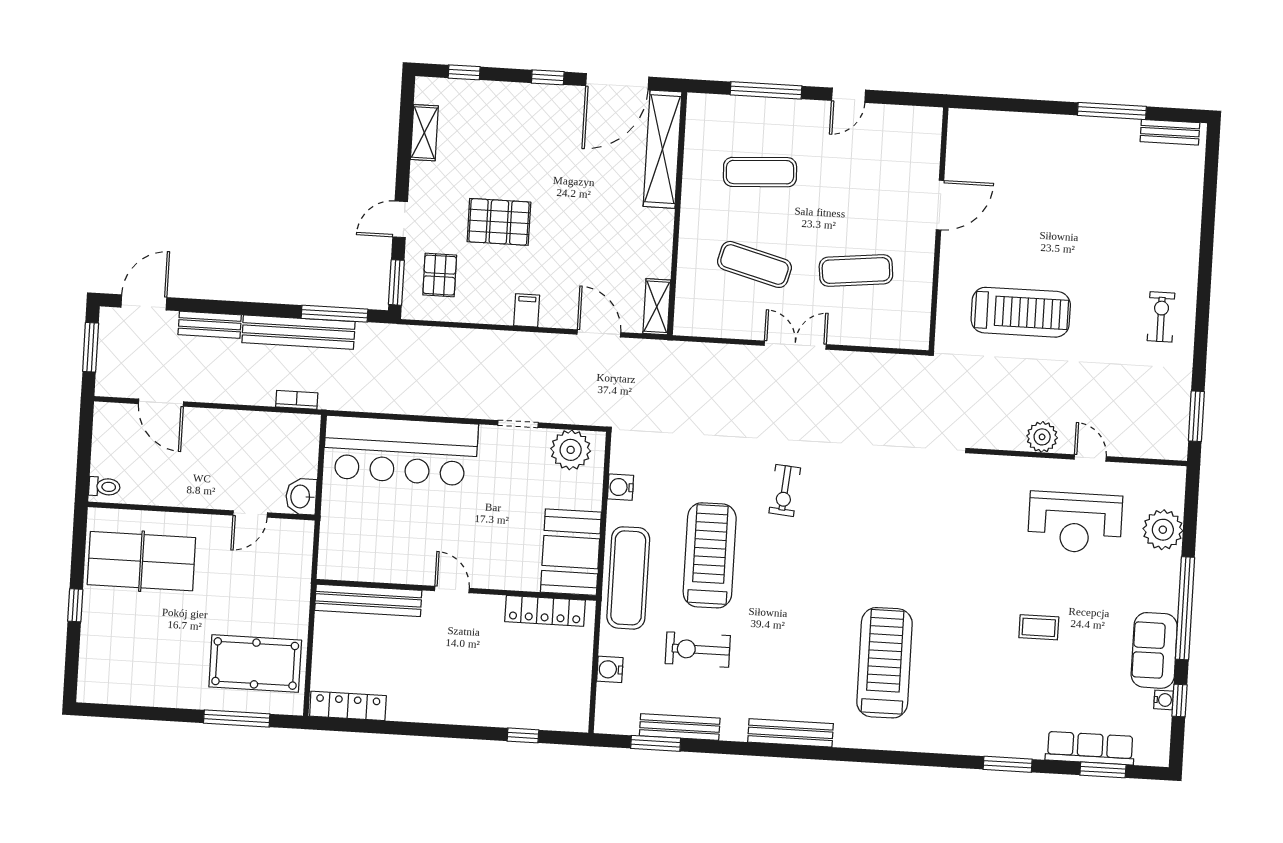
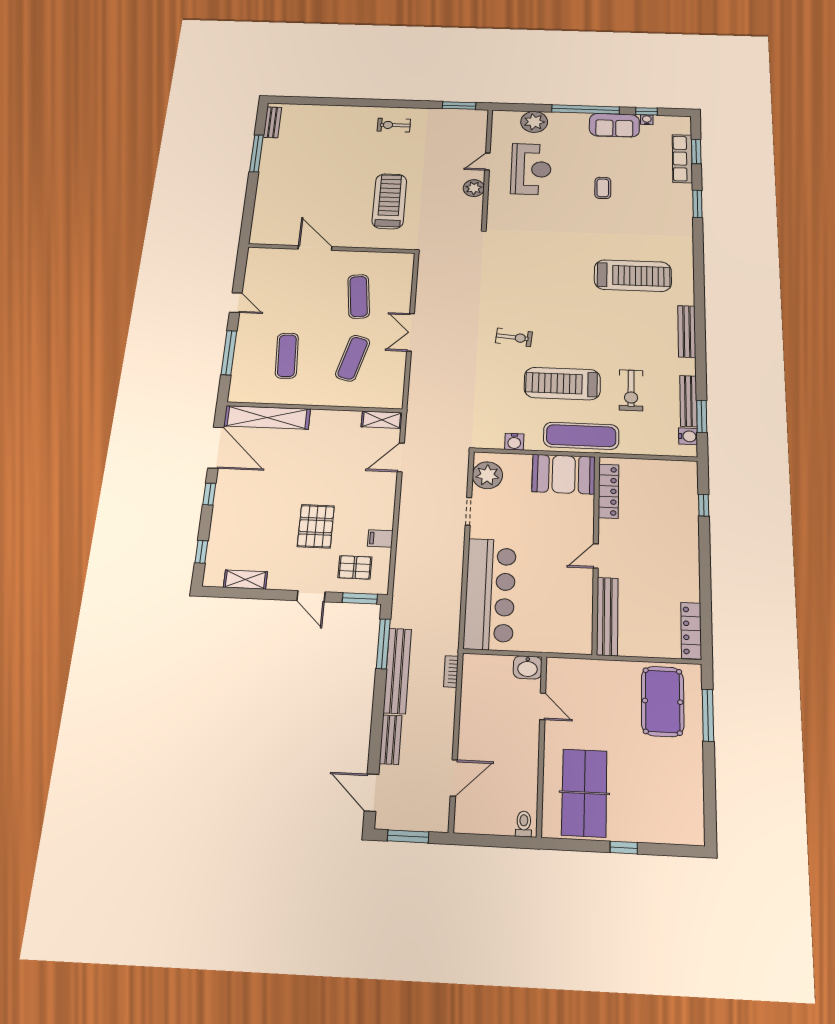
filing cabinet: (527, 310) -> (380, 538), moved
treadmill: (884, 663) -> (633, 276), turned 180
water cooler: (610, 669) -> (688, 436), moved, turned -90

